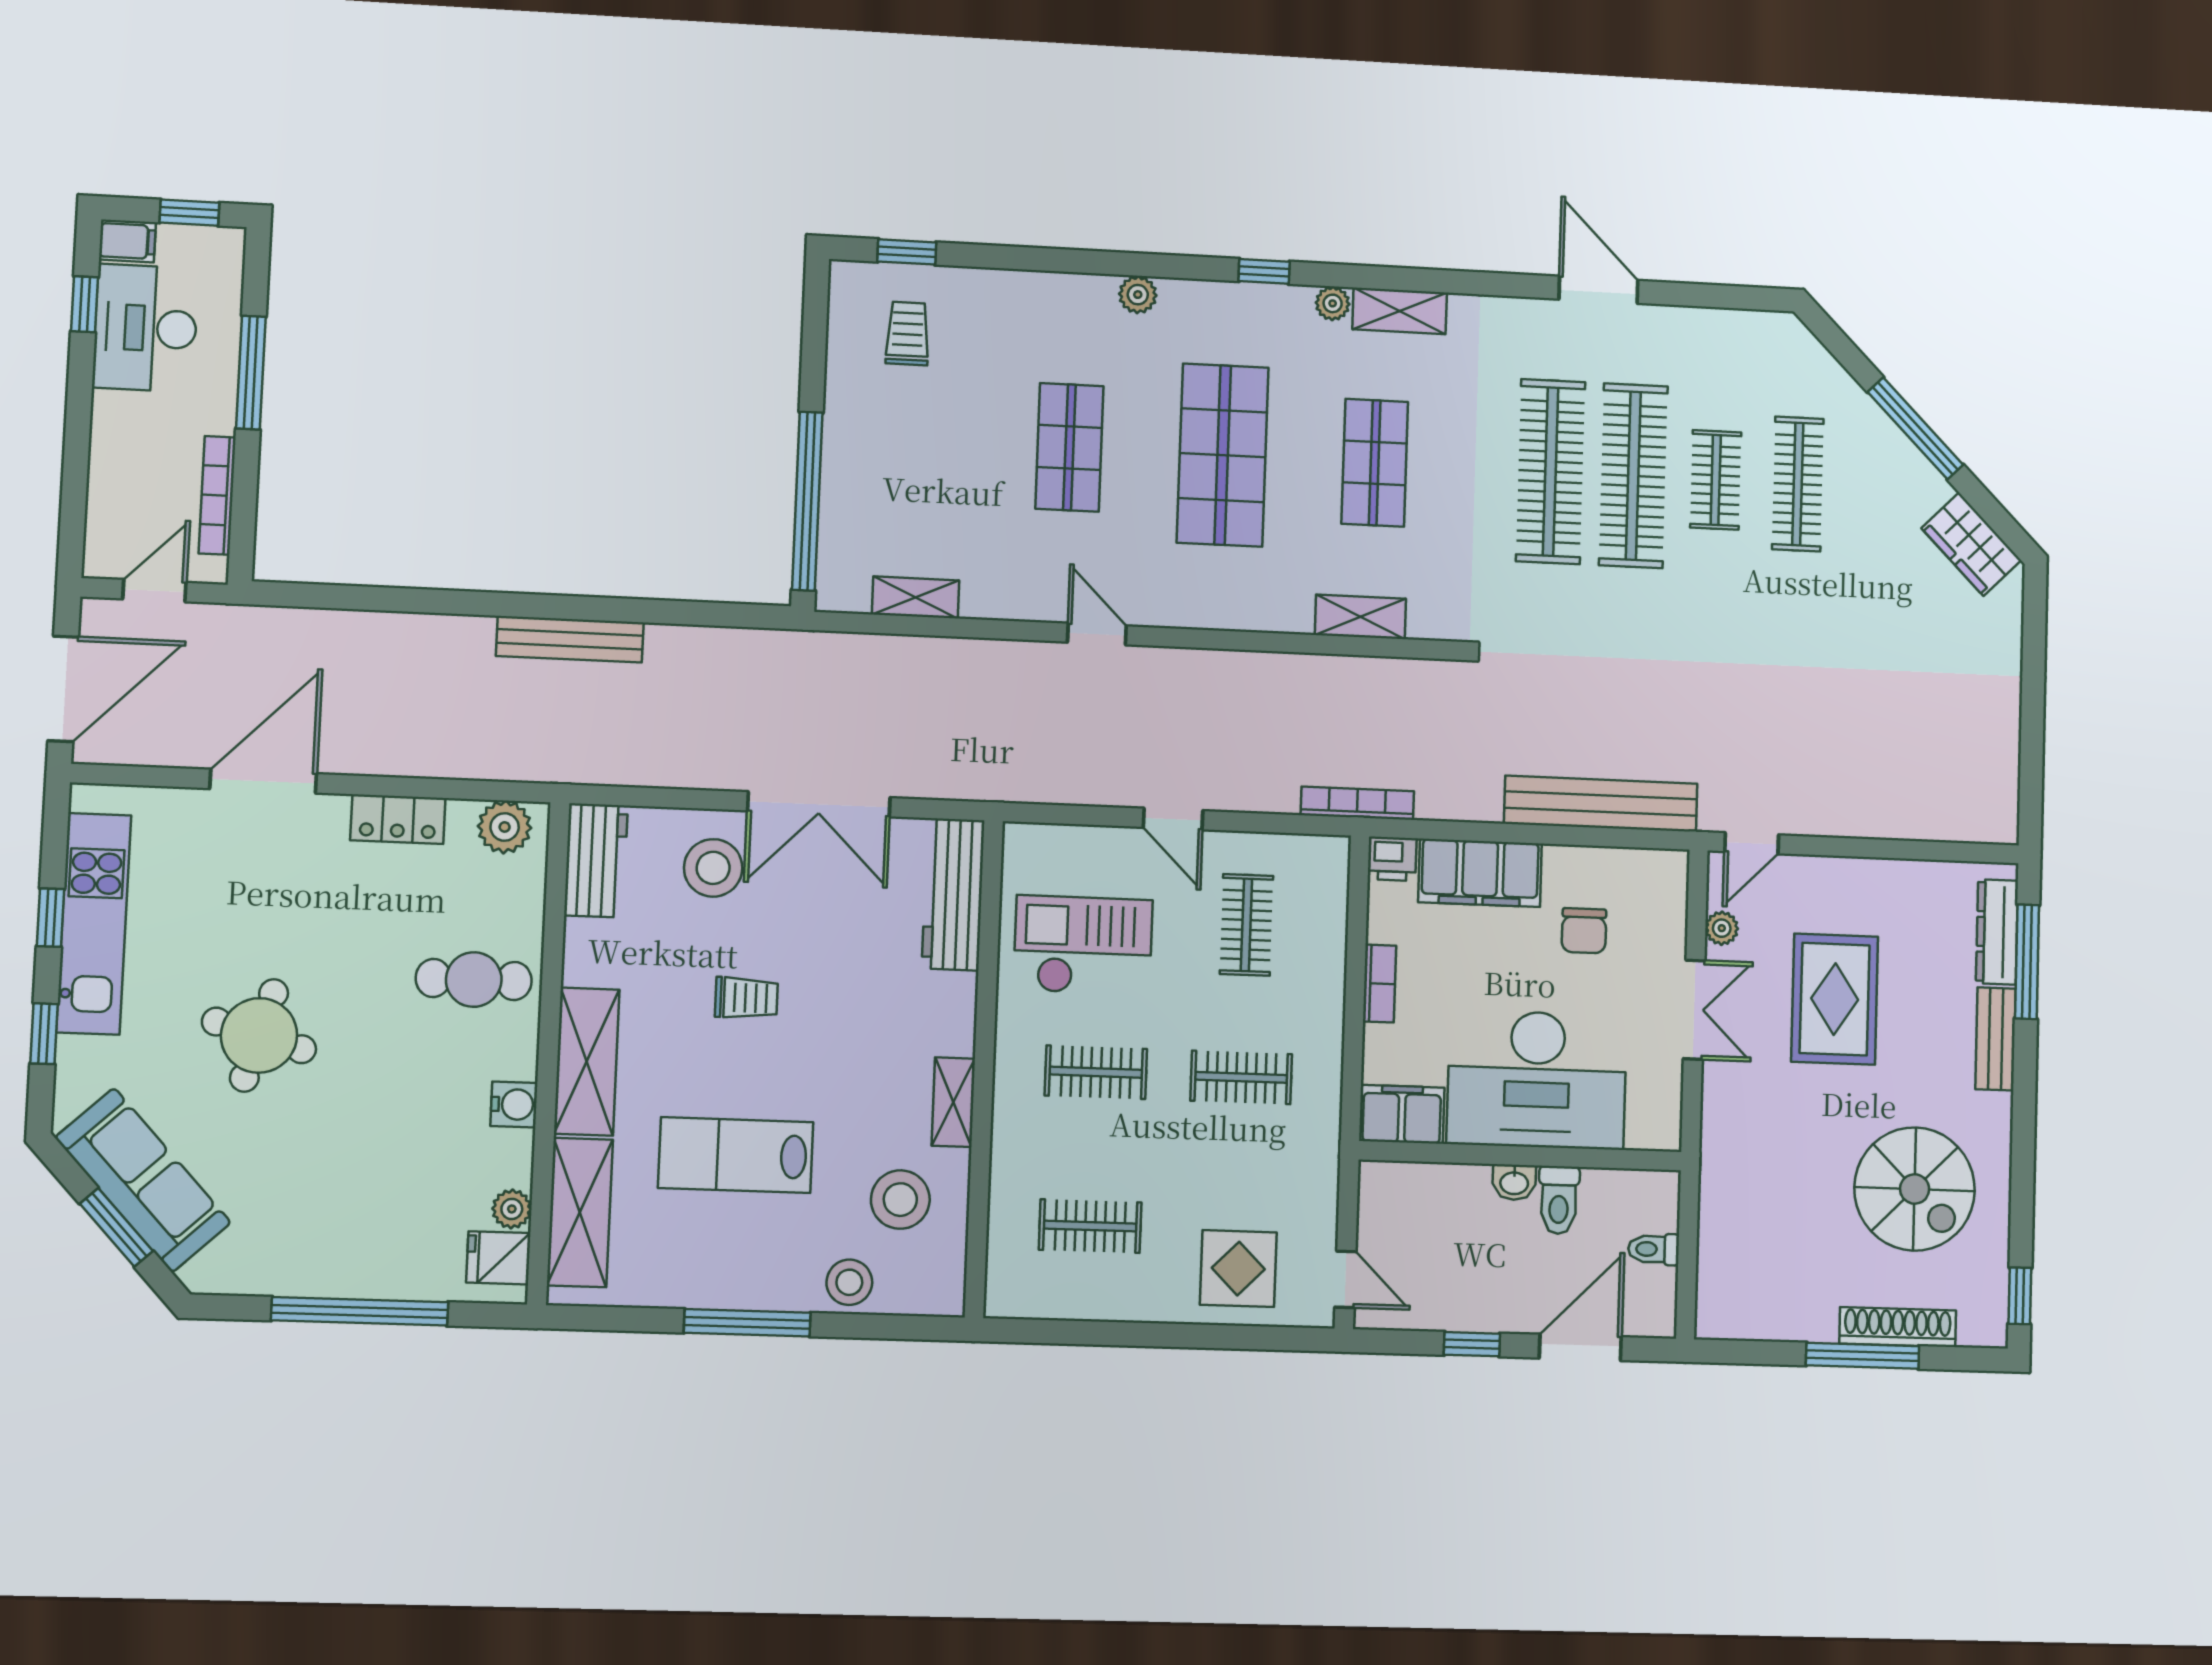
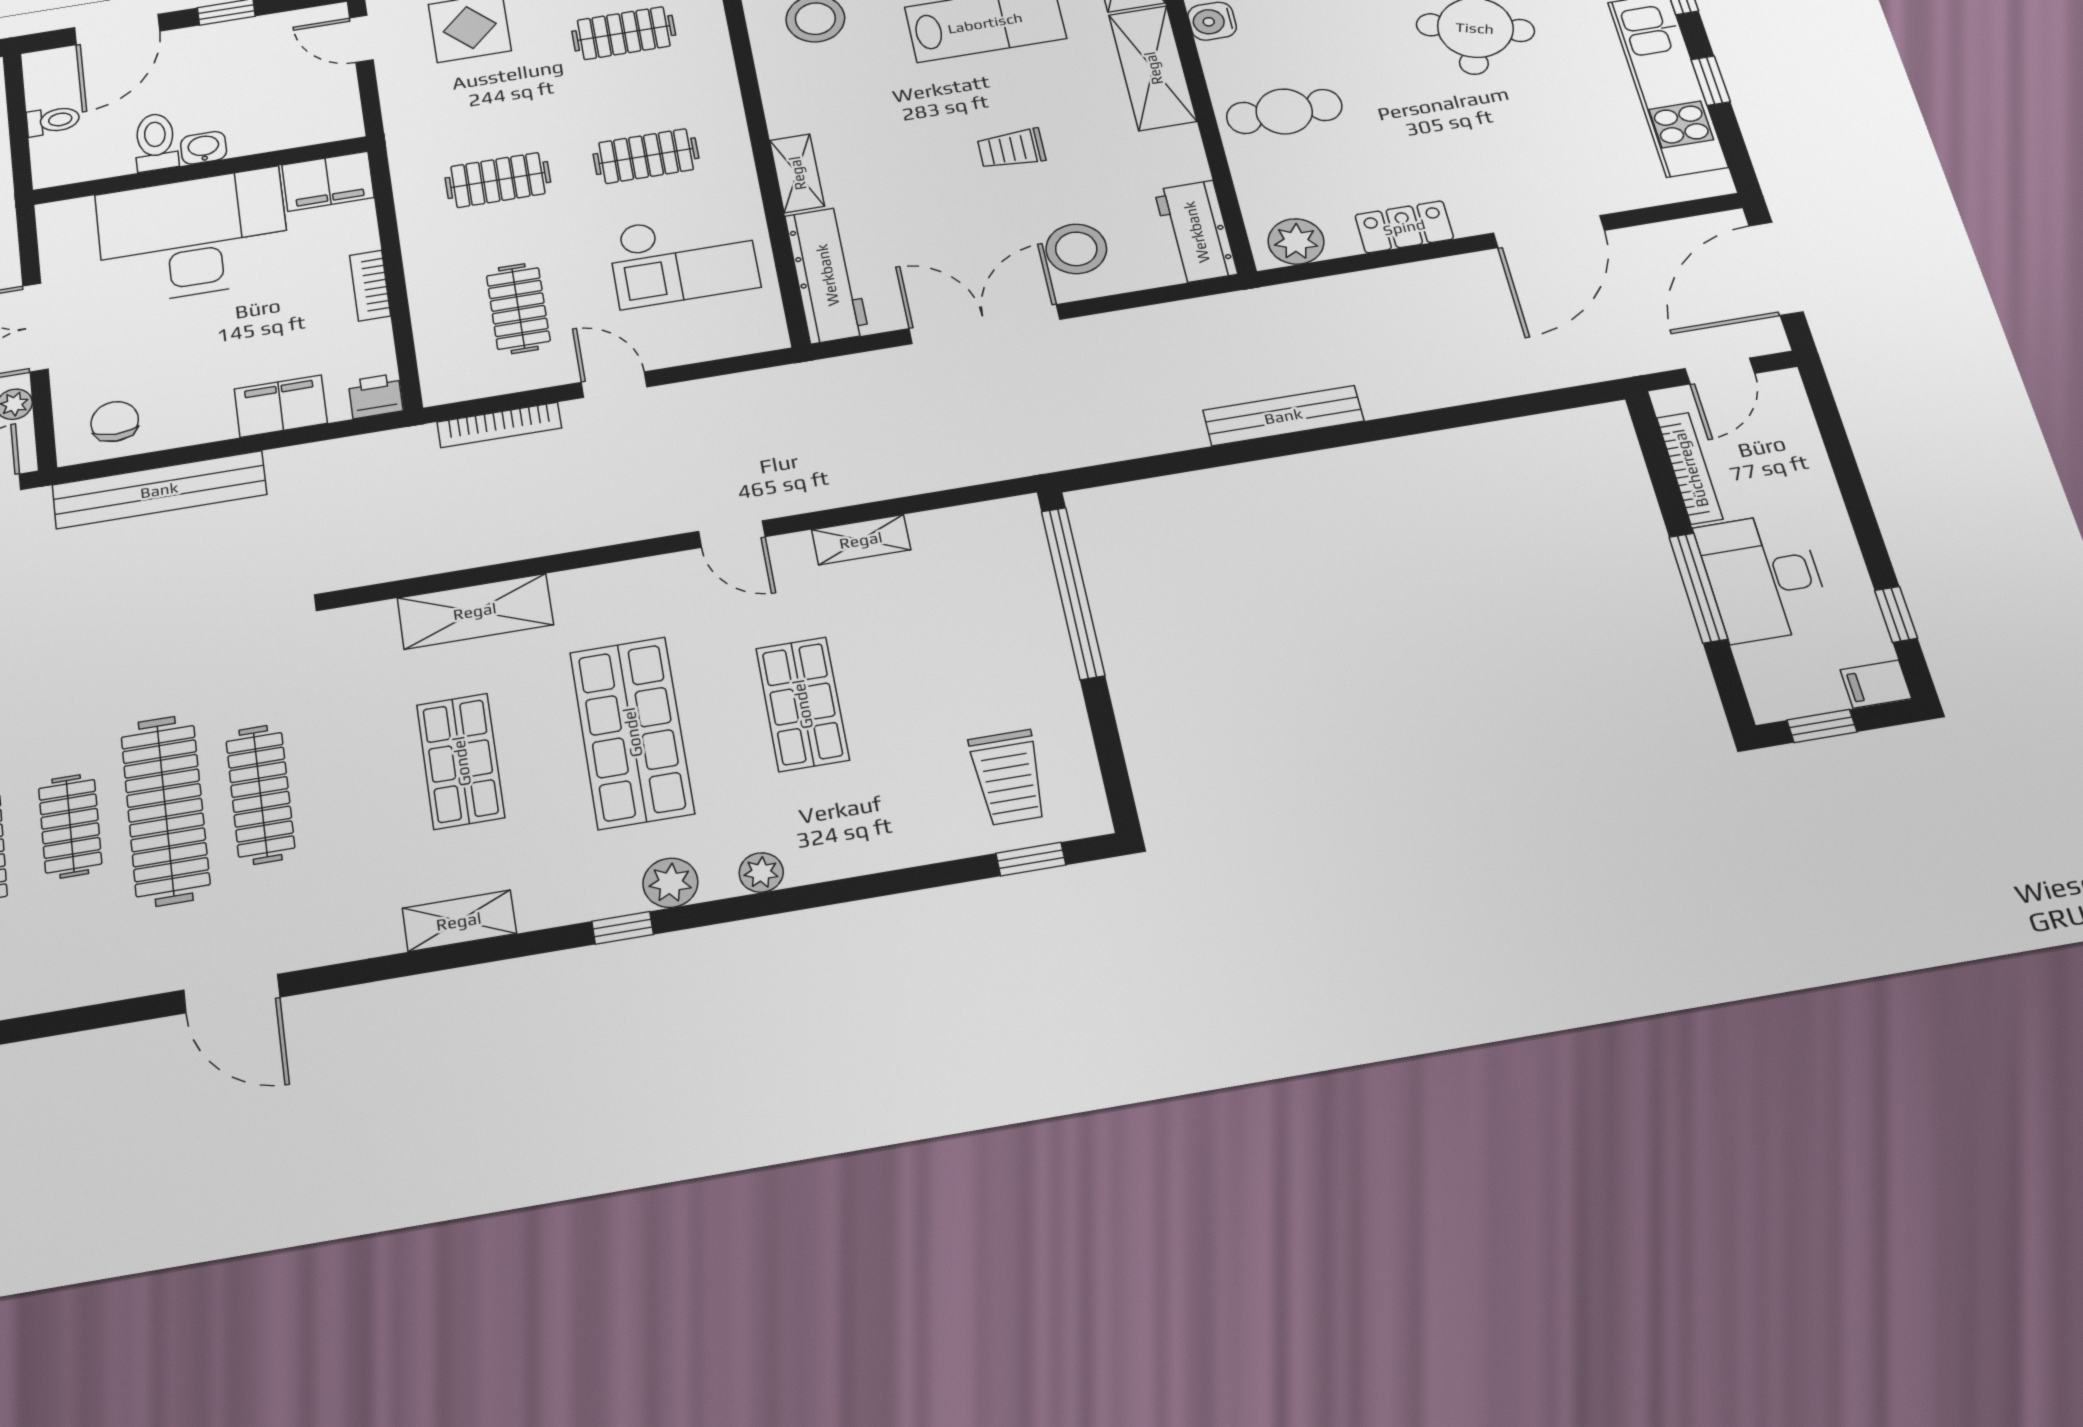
plant: (1333, 303) -> (670, 883), moved, width x1.38, depth x1.38
desk: (145, 328) -> (1764, 577), moved, turned 180
trolley: (908, 334) -> (1008, 777), width x1.36, depth x1.39
clothes rail: (1551, 472) -> (260, 794), width x0.73, depth x0.76
shelving: (916, 597) -> (861, 540), moved
shelving: (1360, 617) -> (475, 611), width x1.50, depth x1.33
bookcase: (1357, 803) -> (499, 425), moved
filing cabinet: (1480, 873) -> (281, 406), width x0.67, depth x0.86
chair: (1584, 931) -> (115, 422), moved
shelving: (953, 1102) -> (797, 173), moved

